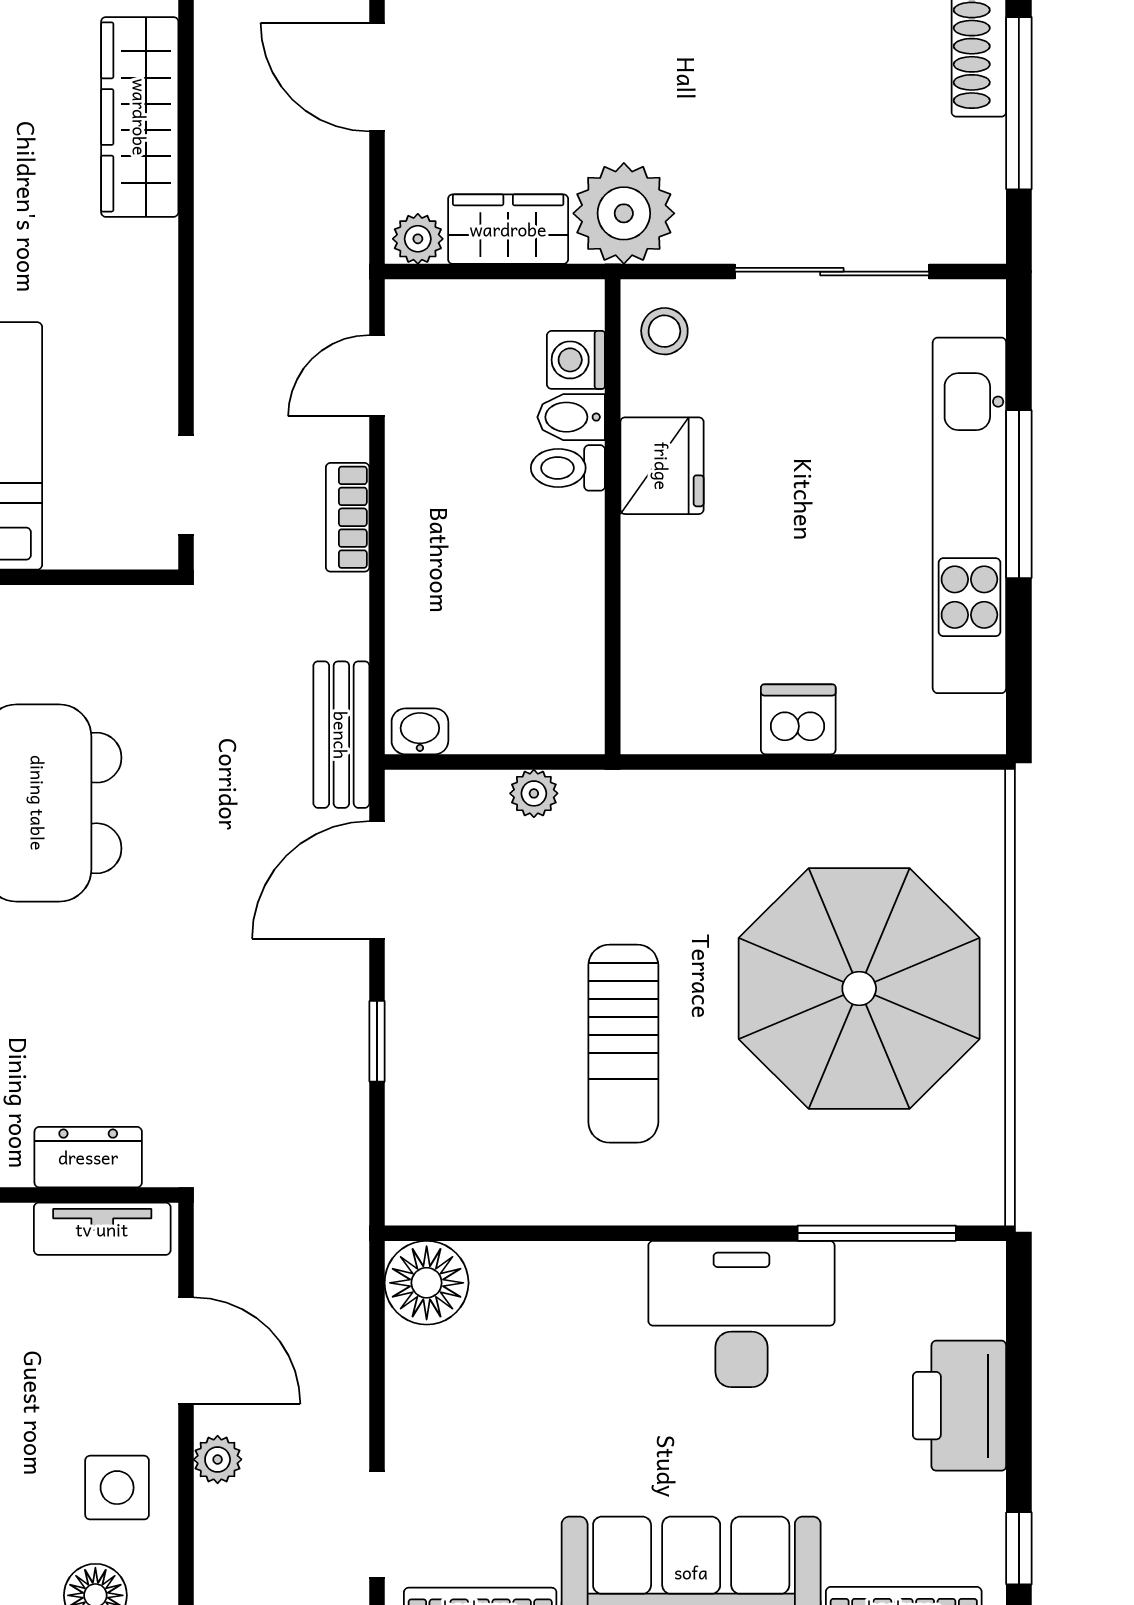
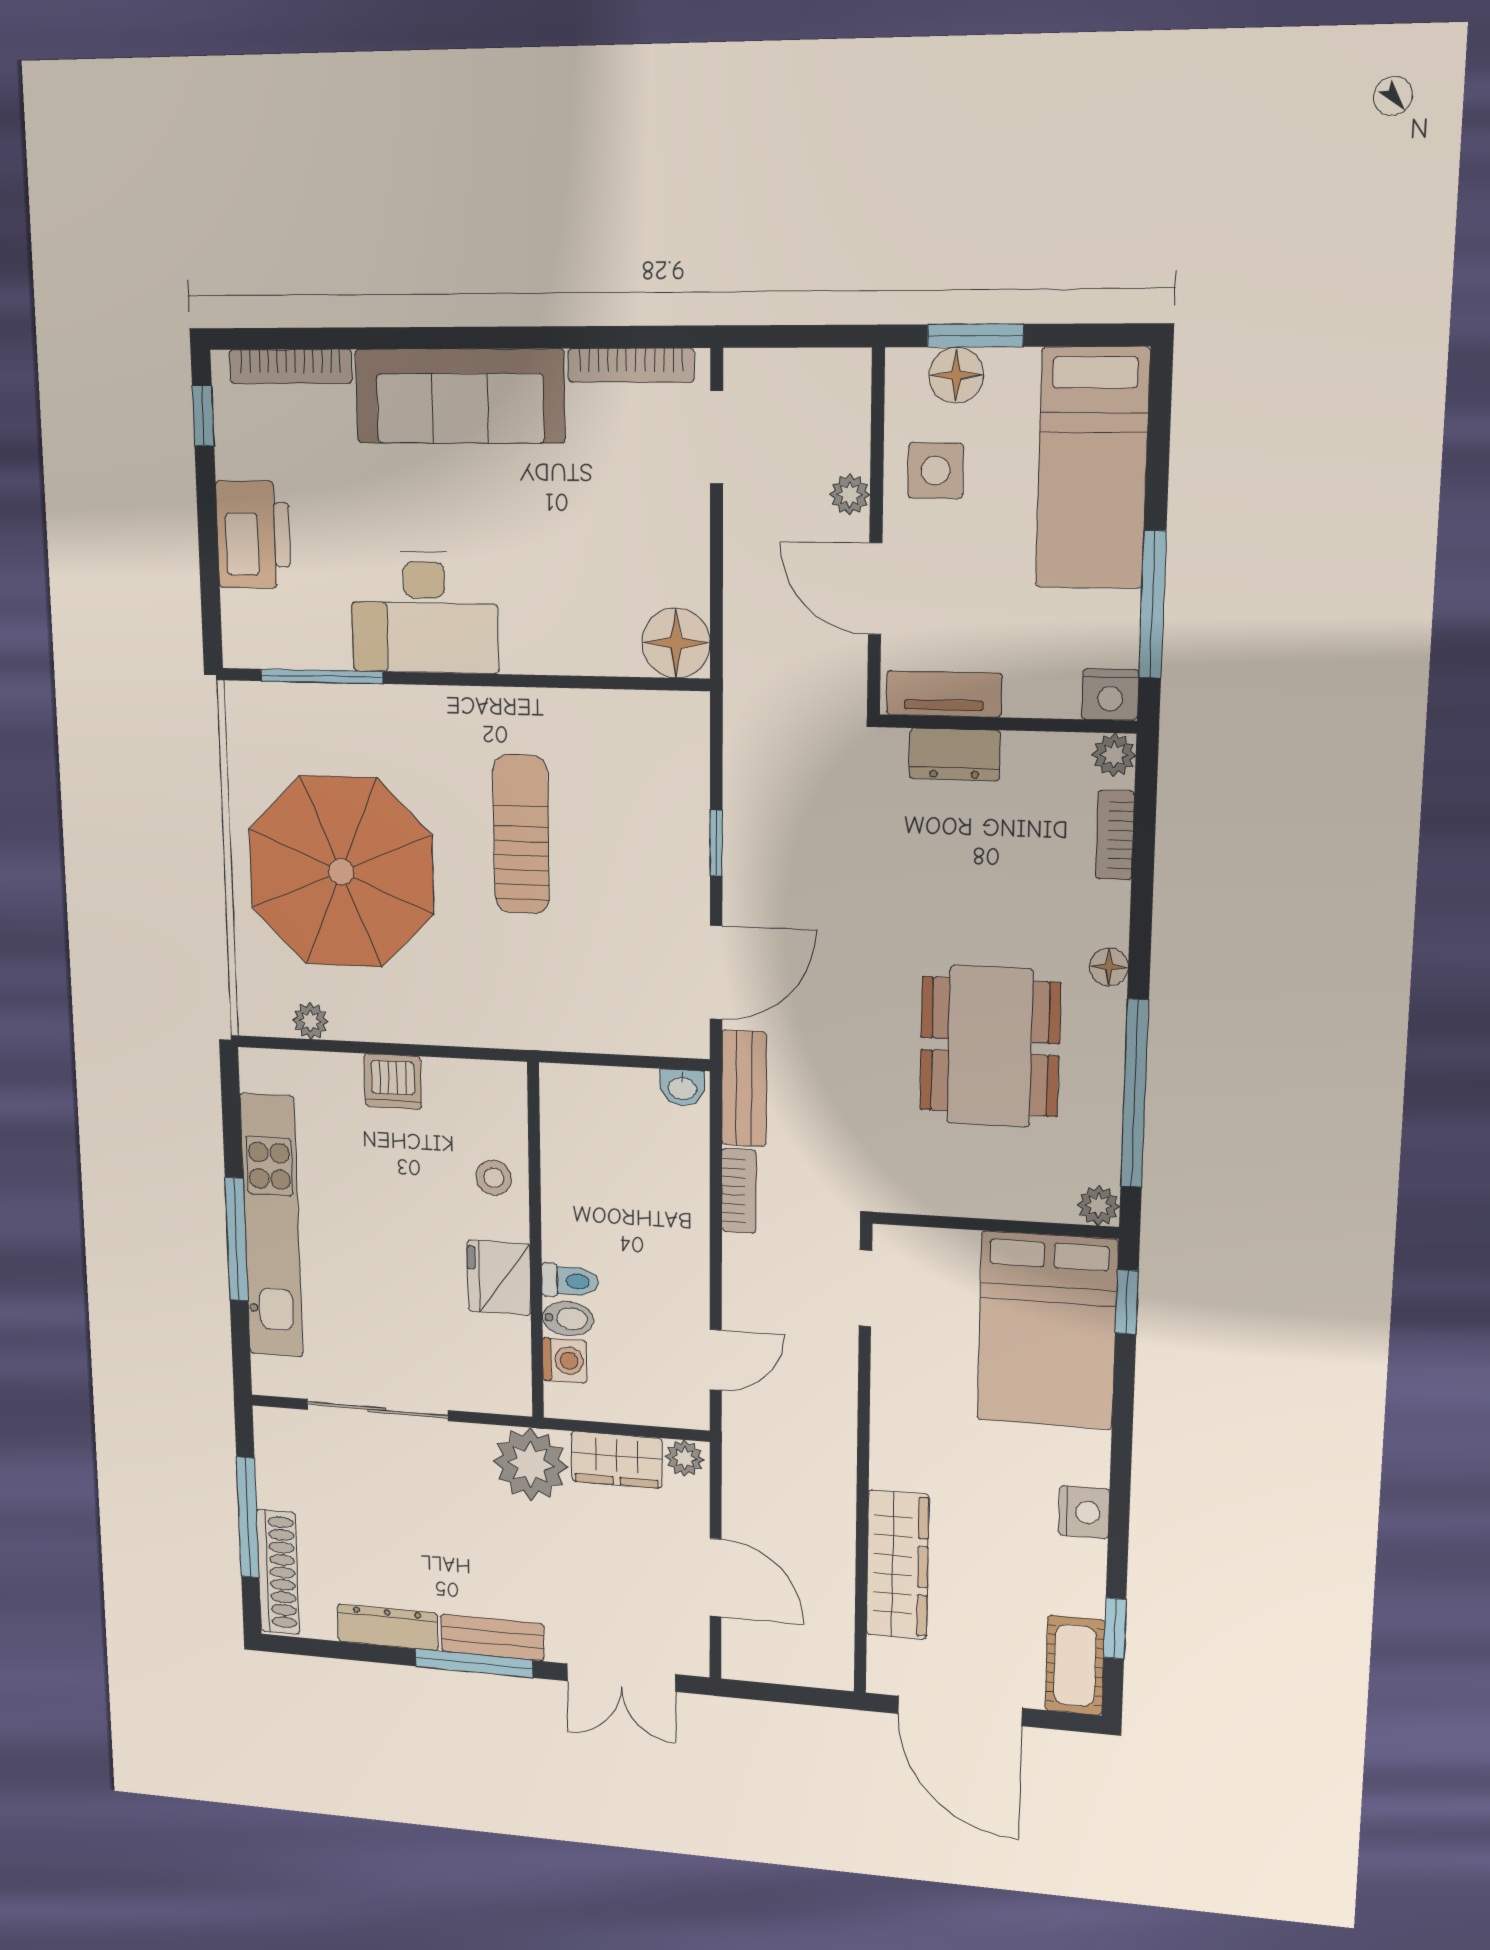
stool: (664, 331) -> (494, 1178), moved
bookcase: (348, 517) -> (739, 1191), moved
plant: (534, 793) -> (310, 1021), moved

